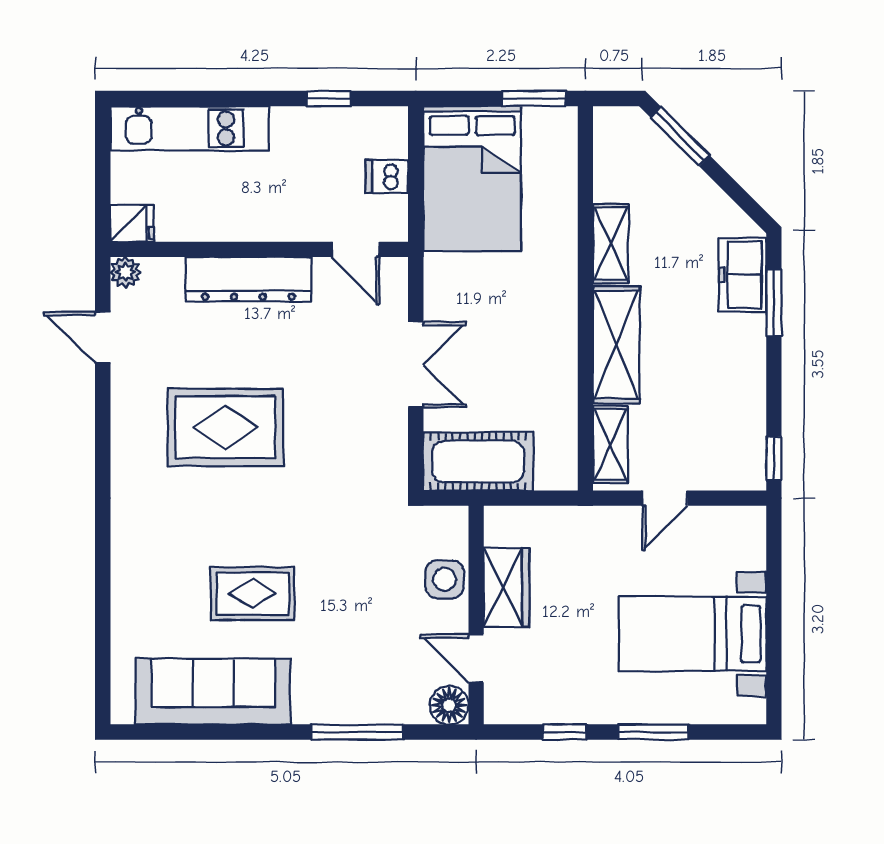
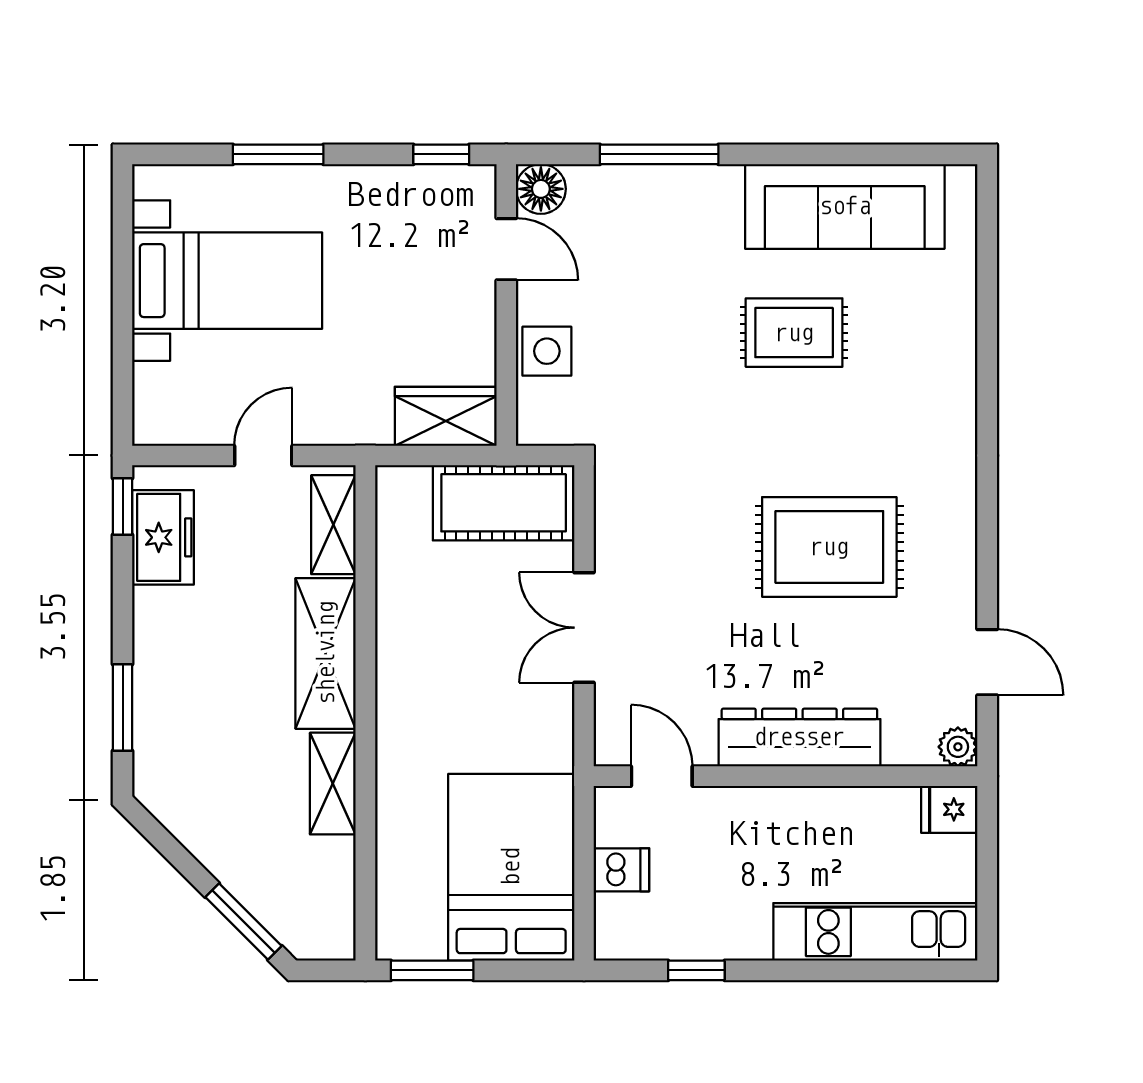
freezer: (743, 275) -> (163, 537), moved
wardrobe: (506, 587) -> (446, 416), moved, turned 90
window: (565, 732) -> (441, 154), moved

